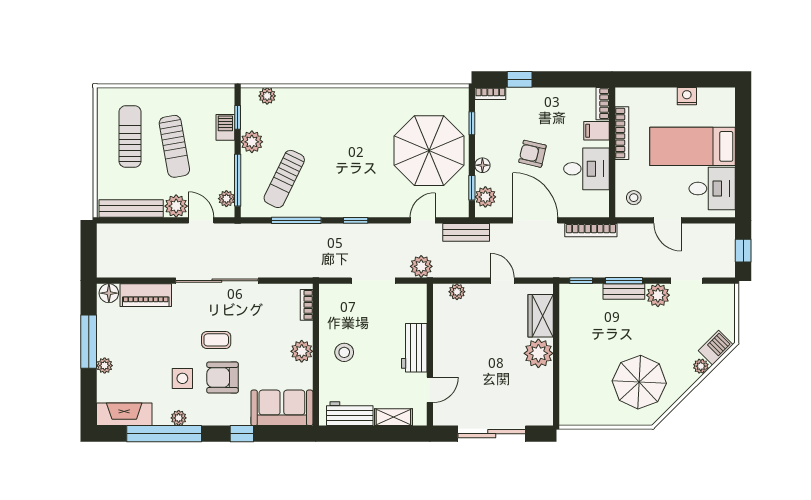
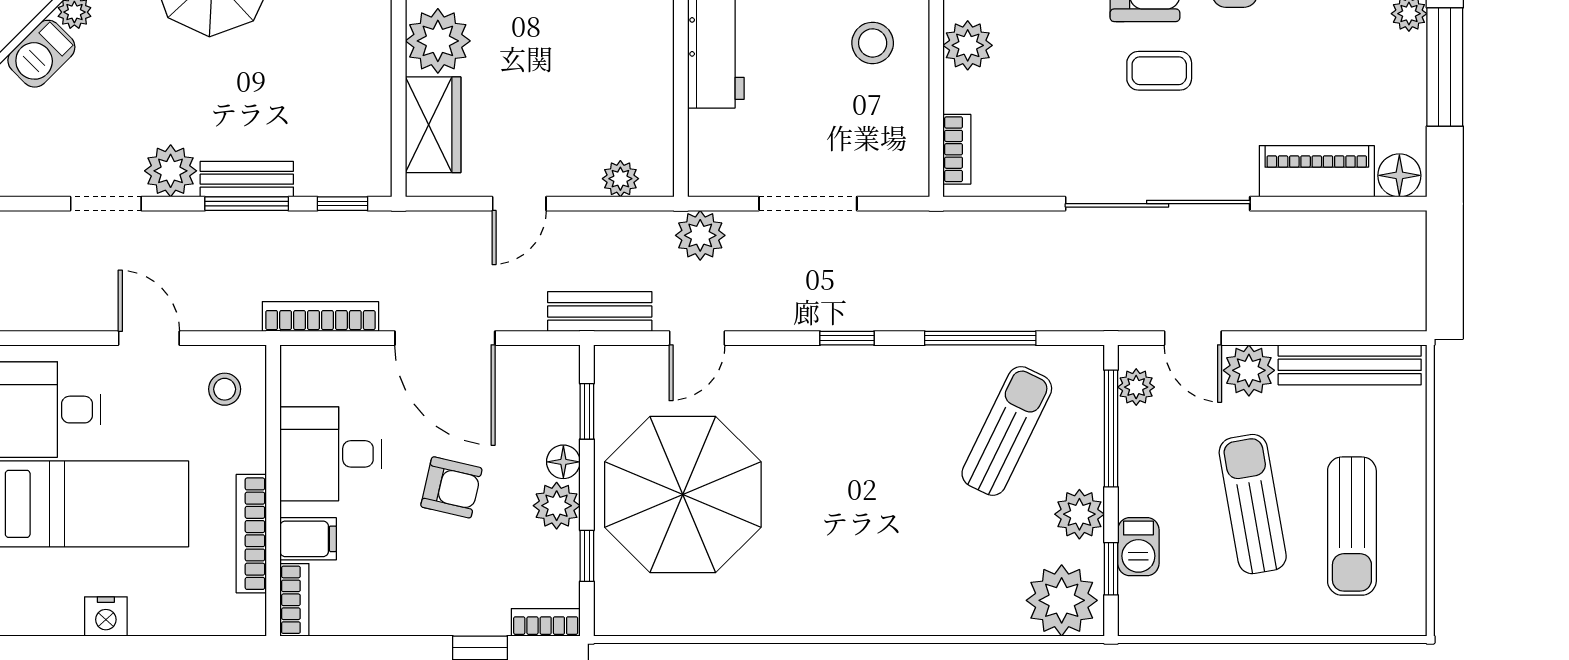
plant: (267, 96) -> (1062, 600), width x1.88, depth x1.88
plant: (485, 197) -> (557, 506), moved
door: (502, 281) -> (519, 204), hinge flipped

